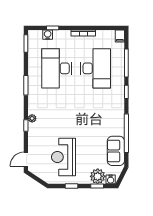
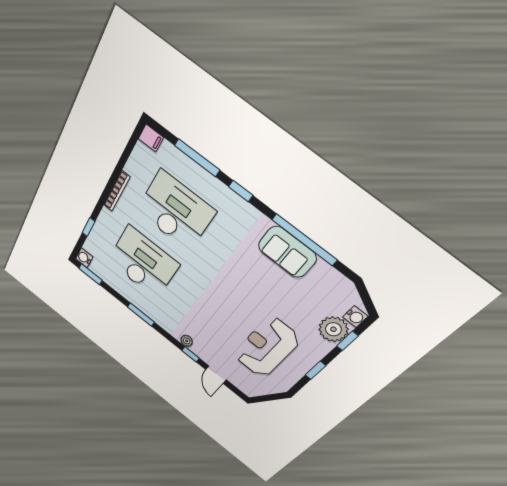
water cooler: (48, 35) -> (84, 258), moved
desk: (57, 68) -> (143, 262), turned 180
sofa: (116, 151) -> (287, 252), moved
reception desk: (64, 157) -> (267, 347), turned 90
door: (26, 159) -> (216, 375), moved

